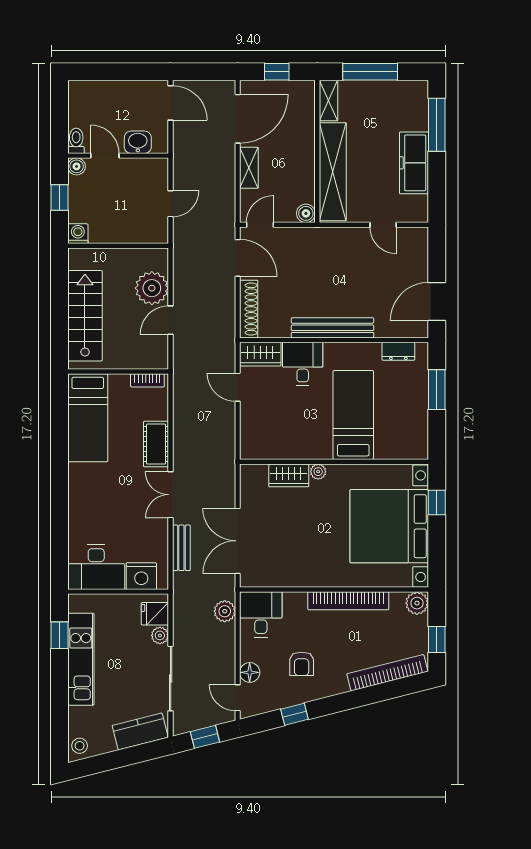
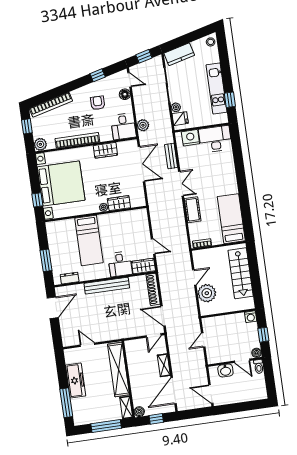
boiler: (306, 213) -> (139, 412), moved
wardrobe: (300, 575) -> (105, 150), added

